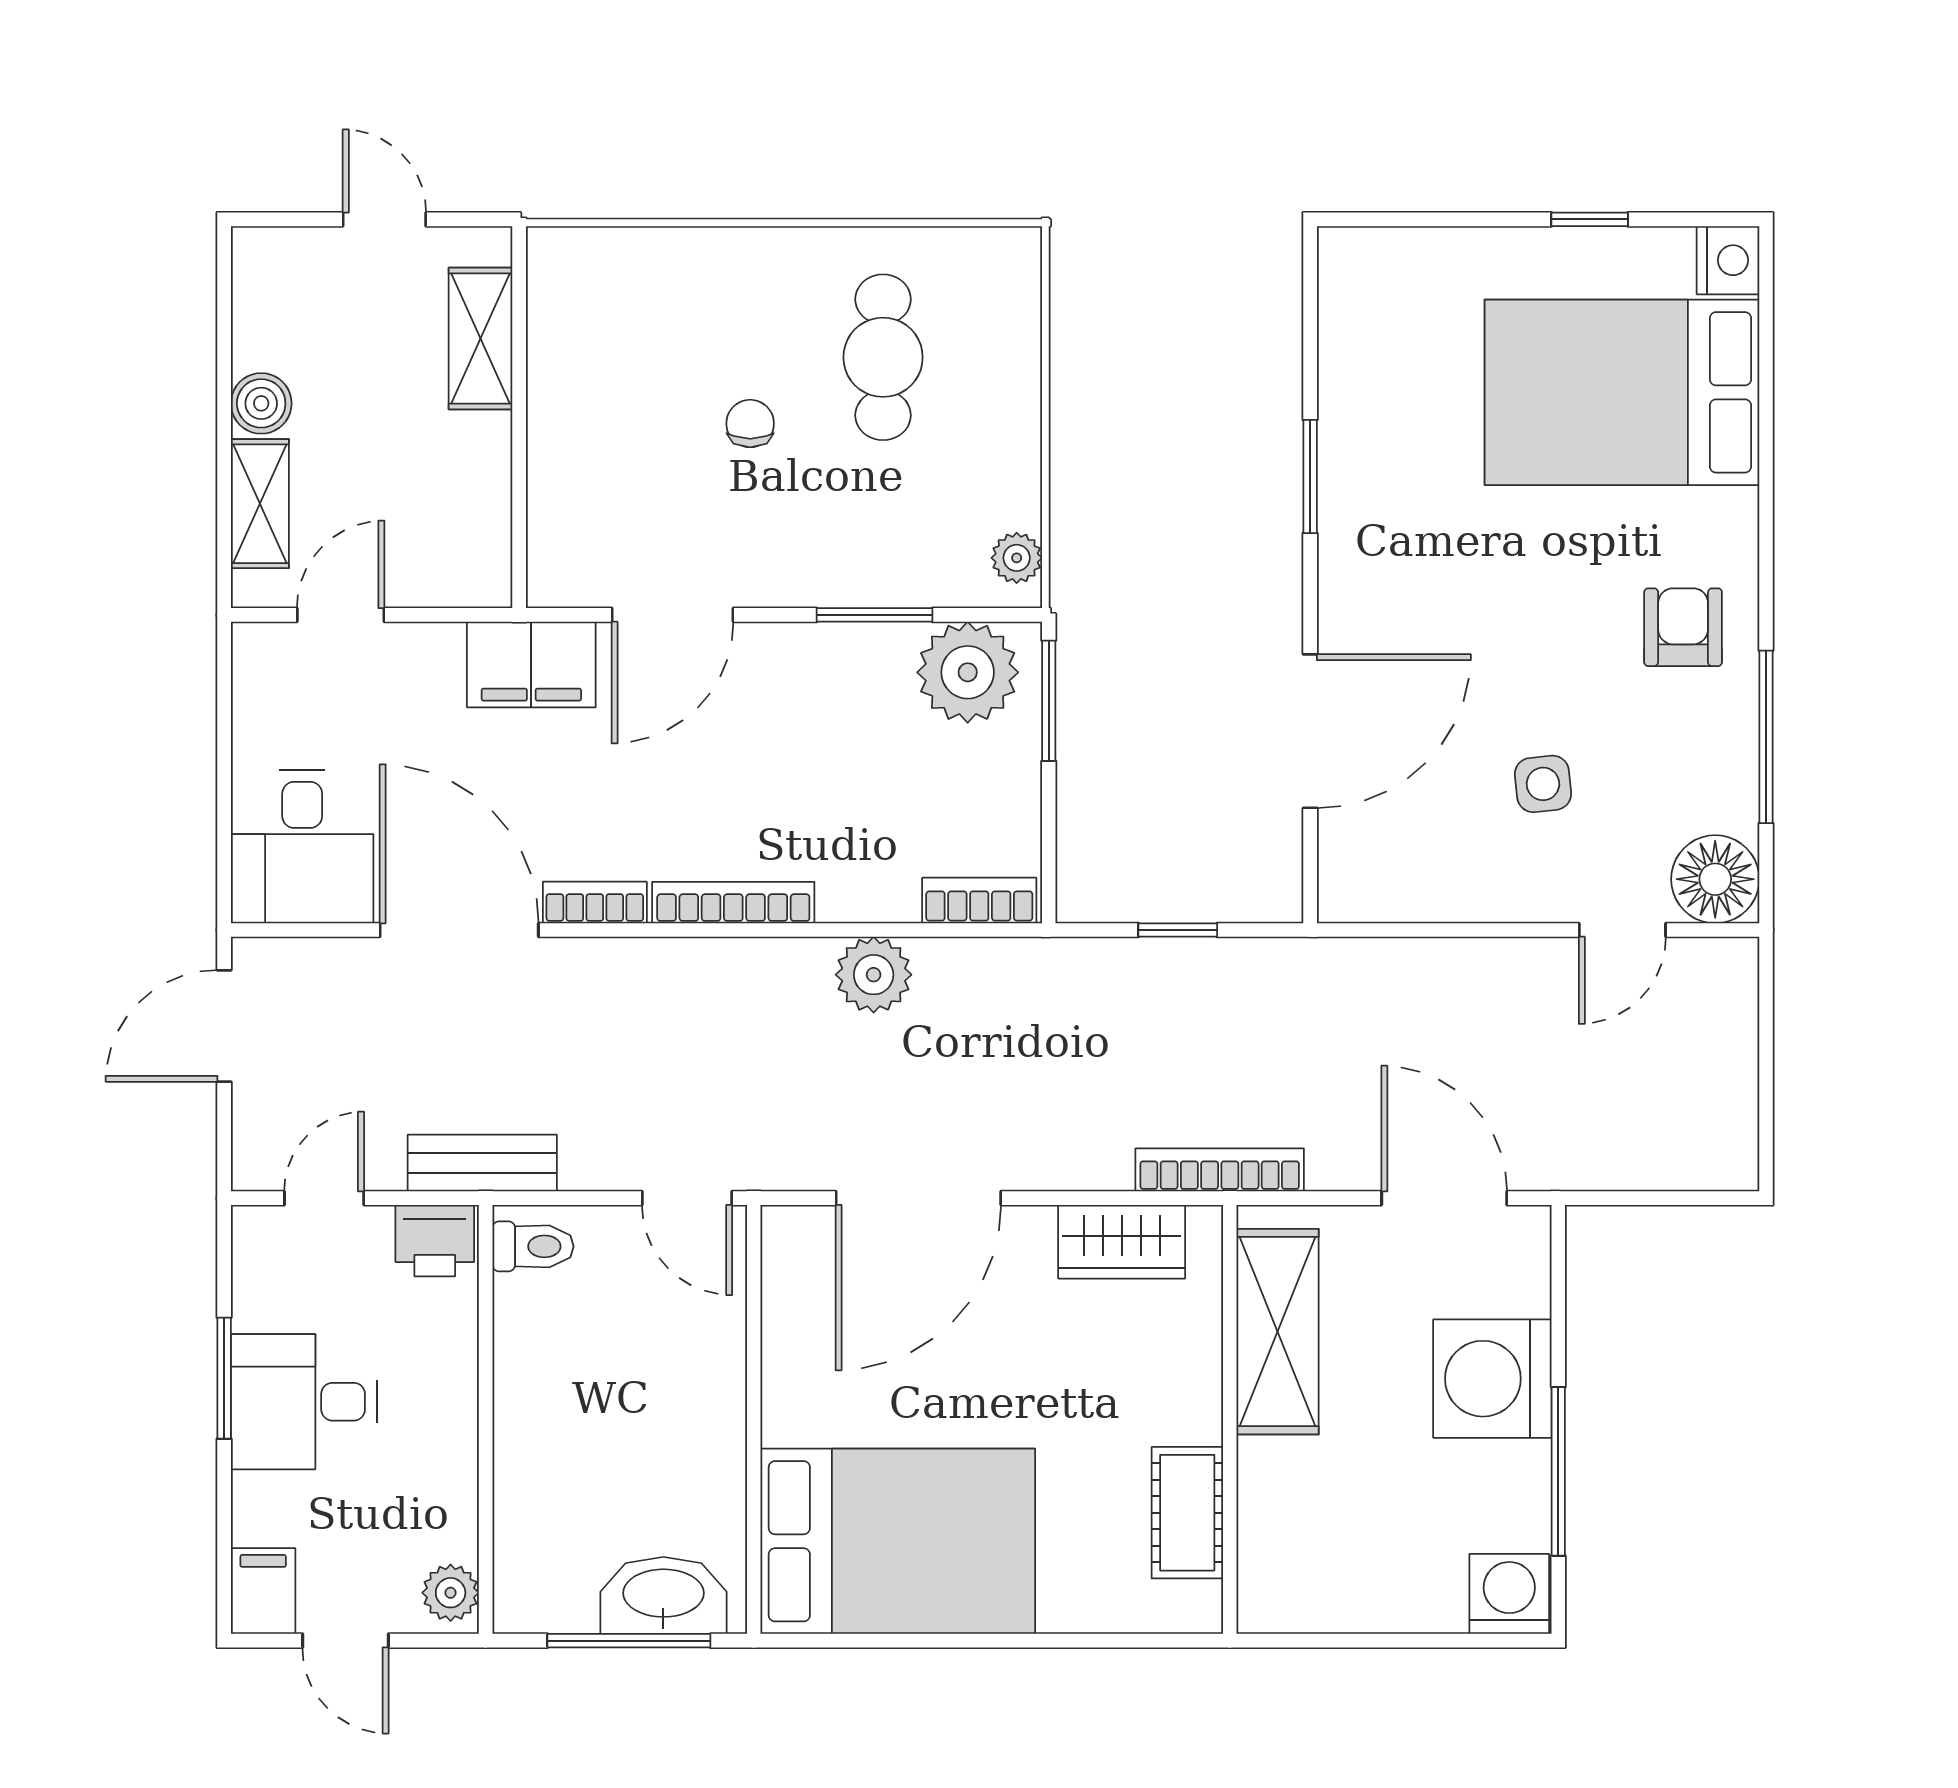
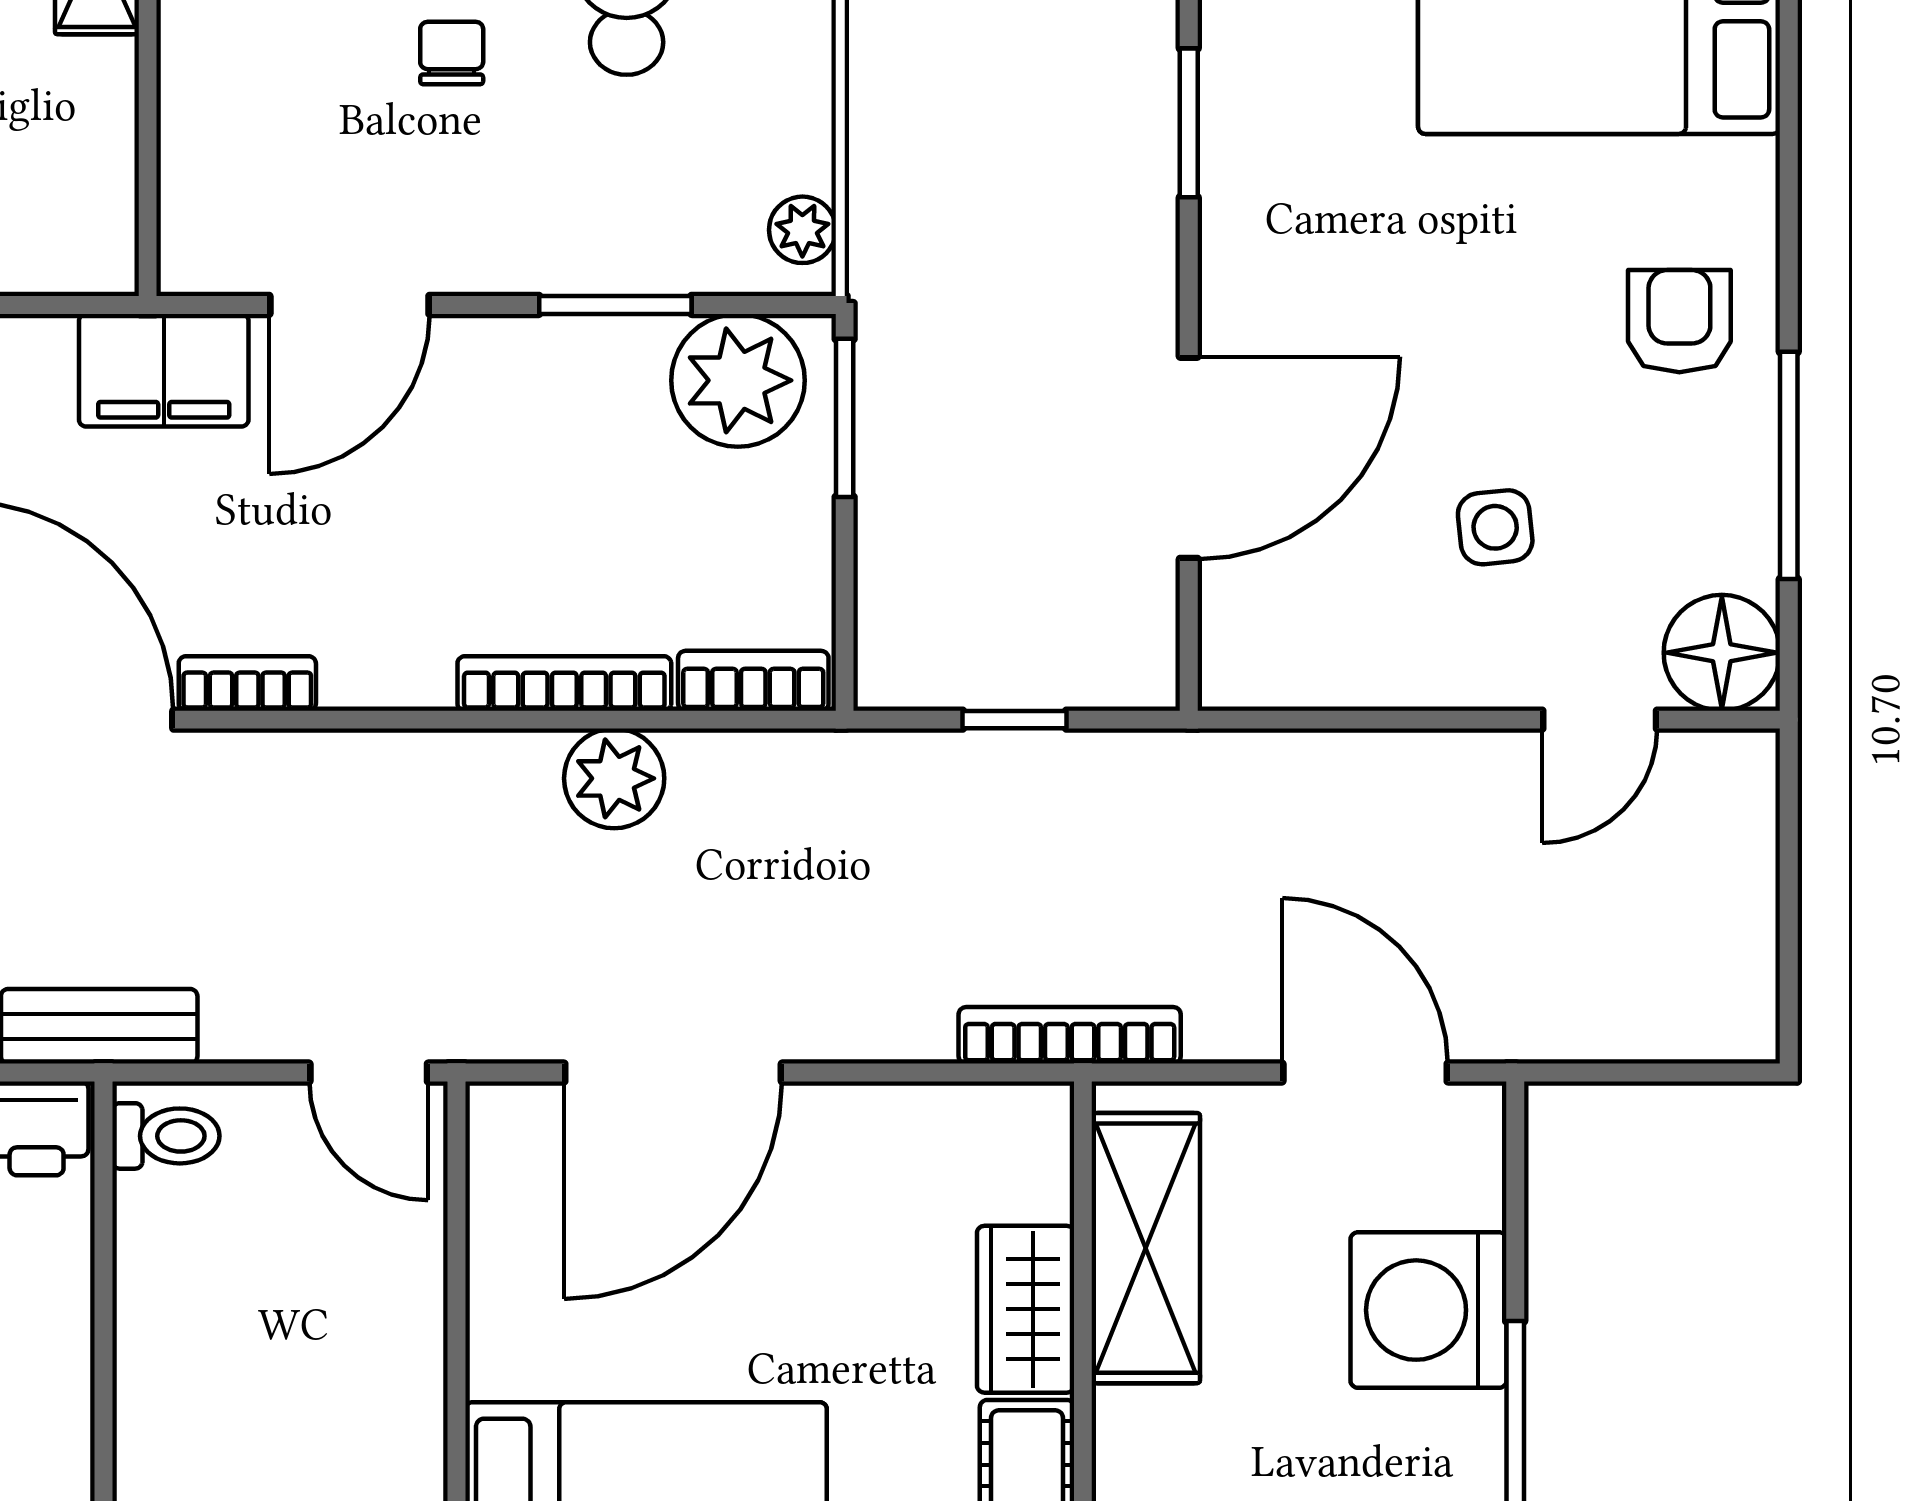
bookcase: (733, 903) -> (564, 683), moved
wardrobe: (1122, 1242) -> (1026, 1309), moved, turned 90

